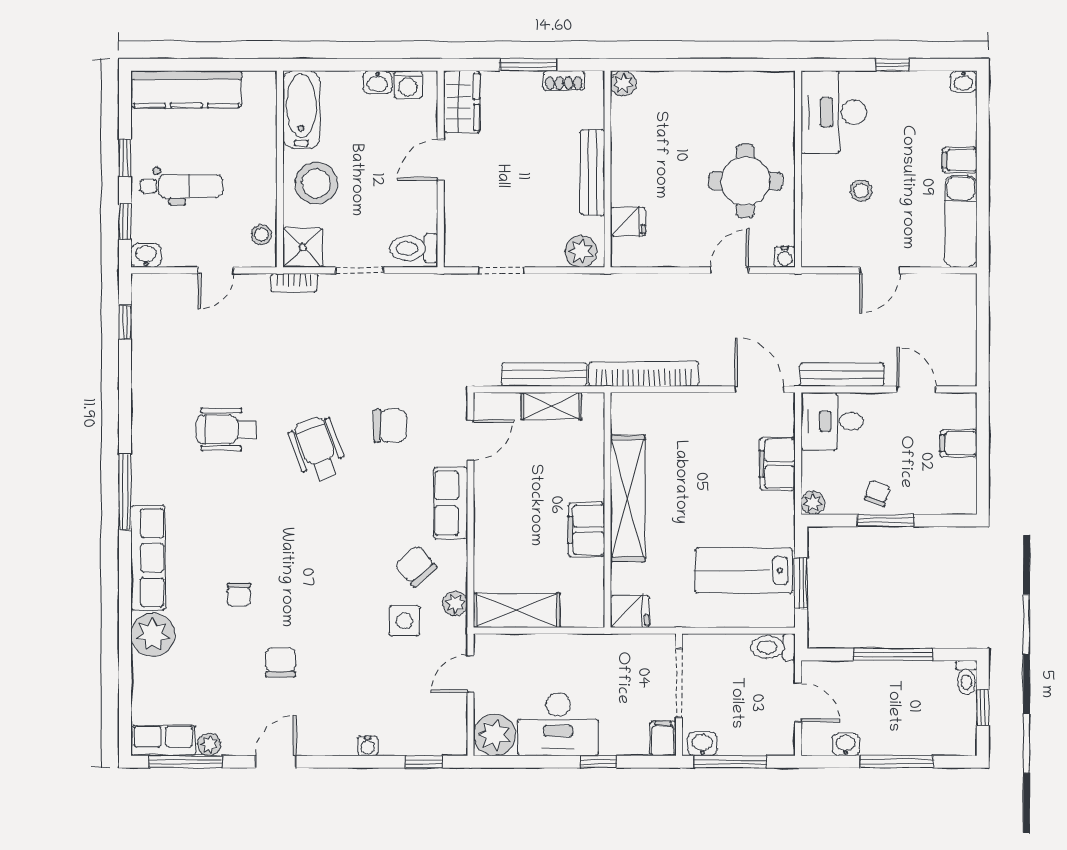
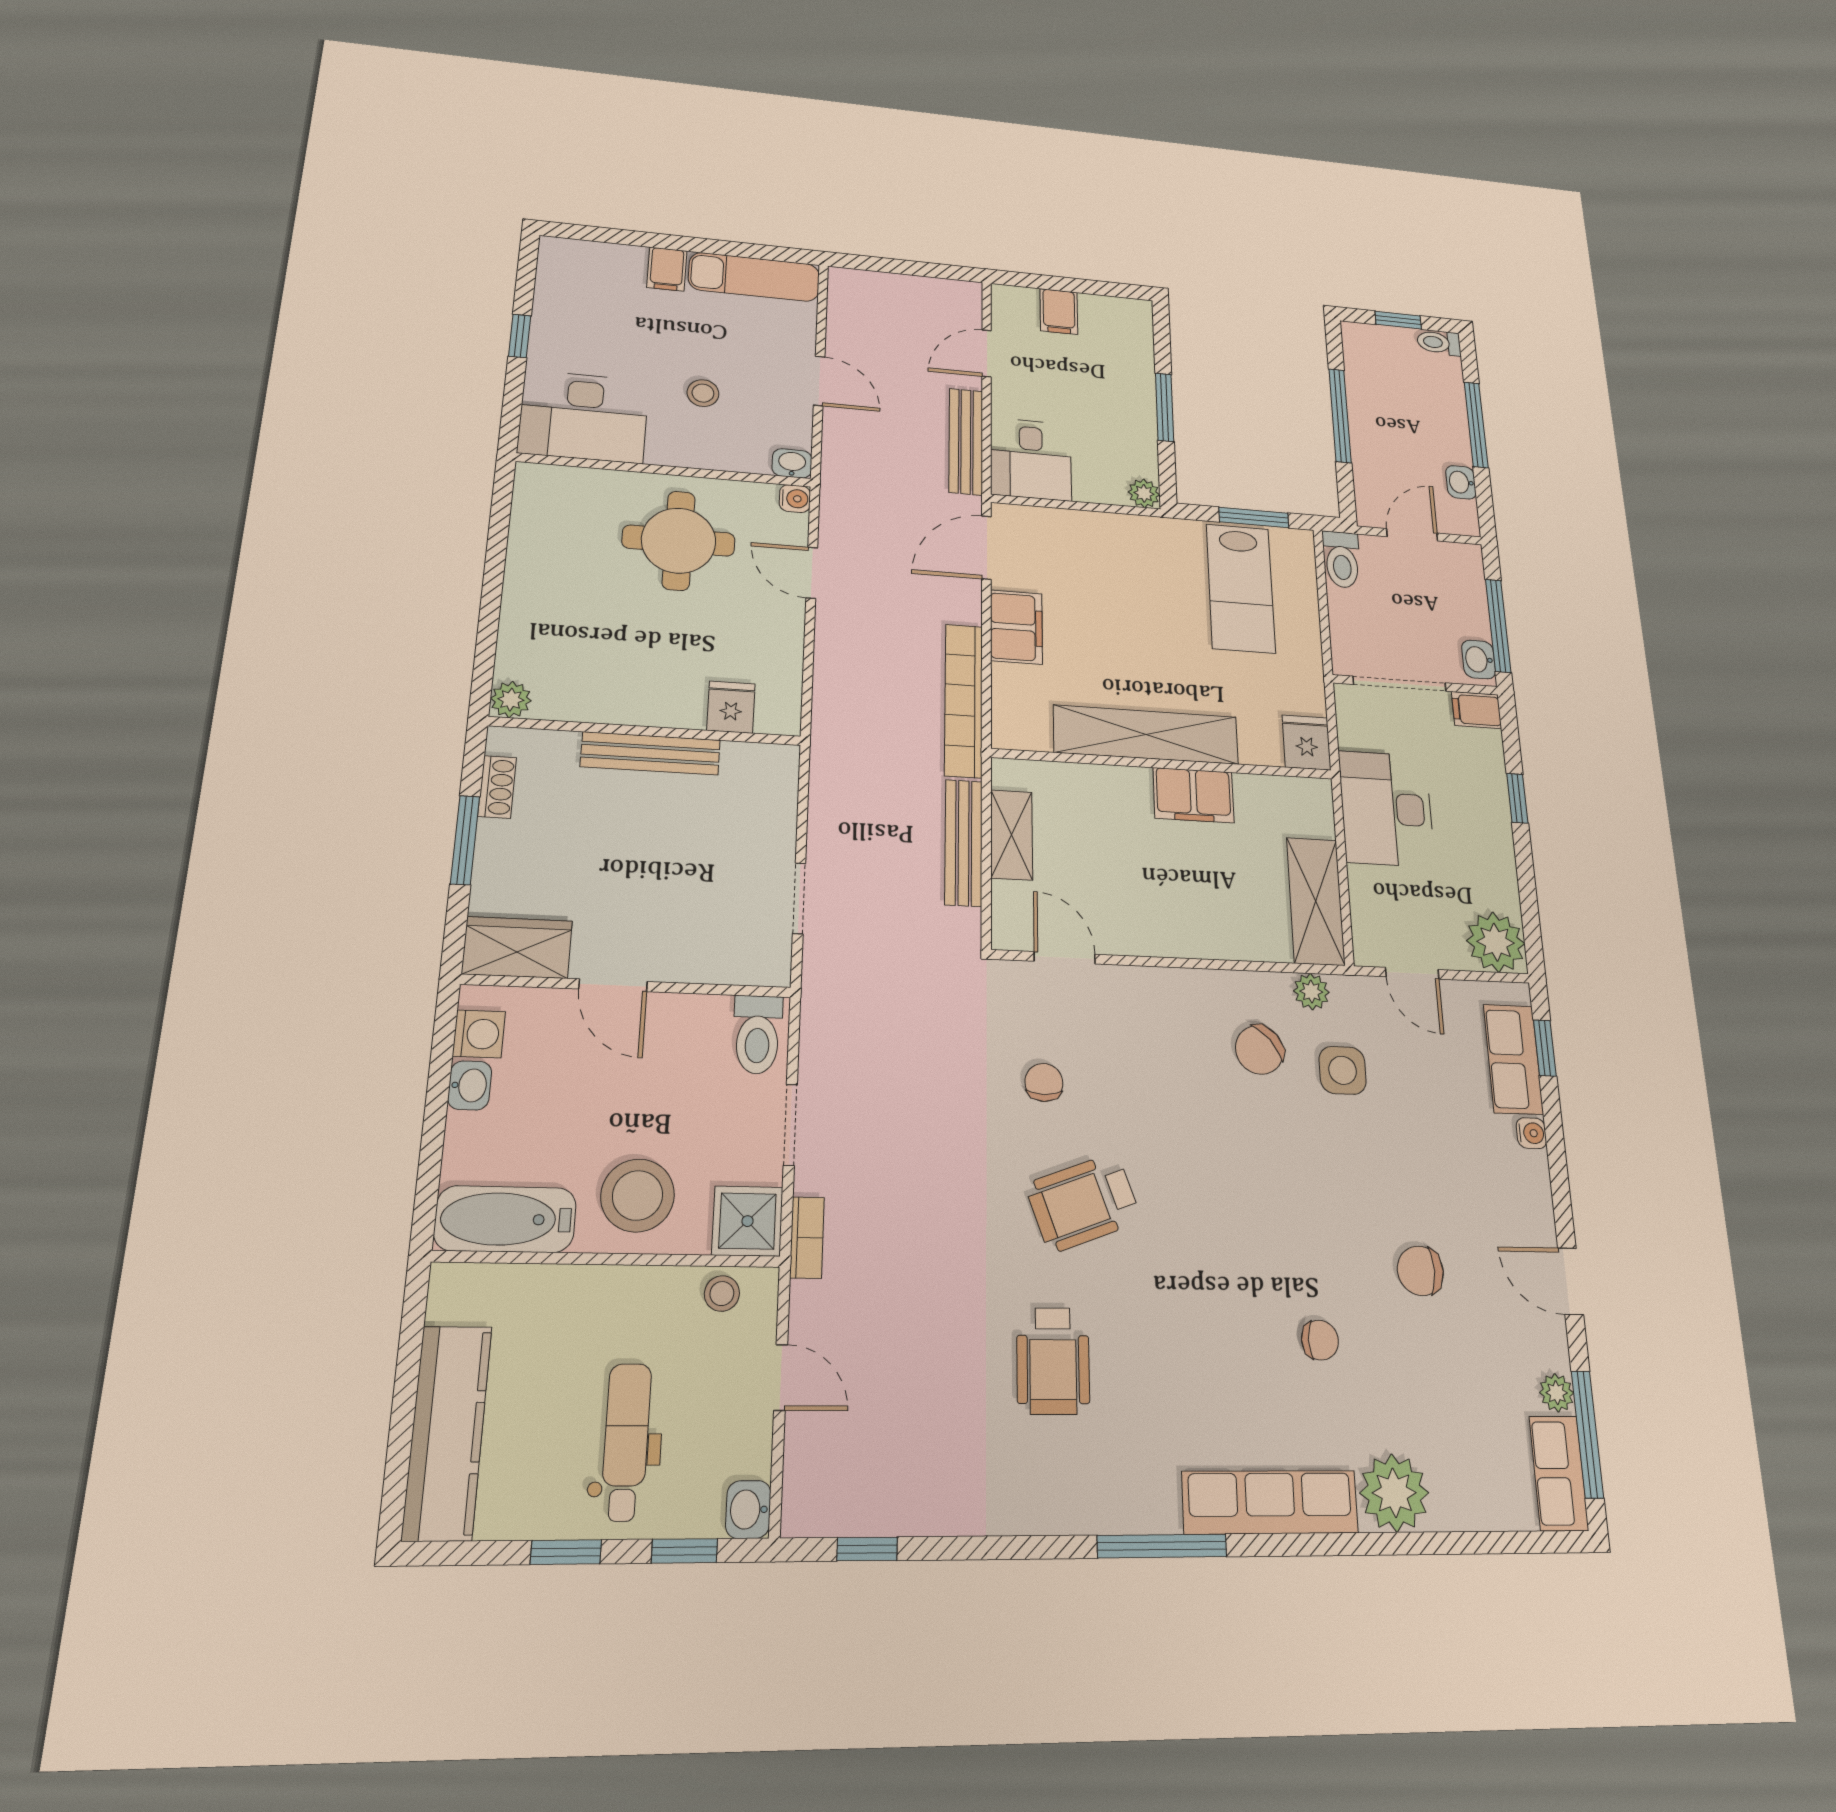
washbasin: (963, 82) -> (792, 463), moved, turned -90
plant: (581, 251) -> (774, 778), removed
chair: (390, 426) -> (1044, 1082), width x0.73, depth x0.73
filing cabinet: (777, 464) -> (1016, 627), moved, turned -90
chair: (877, 493) -> (1128, 413), removed
row of seats: (450, 503) -> (1513, 1059), moved, turned 90
toilet: (966, 678) -> (1439, 343), moved, turned 180
desk: (558, 724) -> (1386, 809), moved, turned 180

